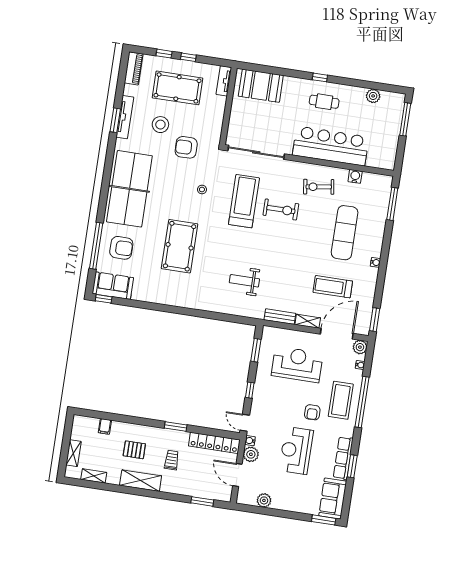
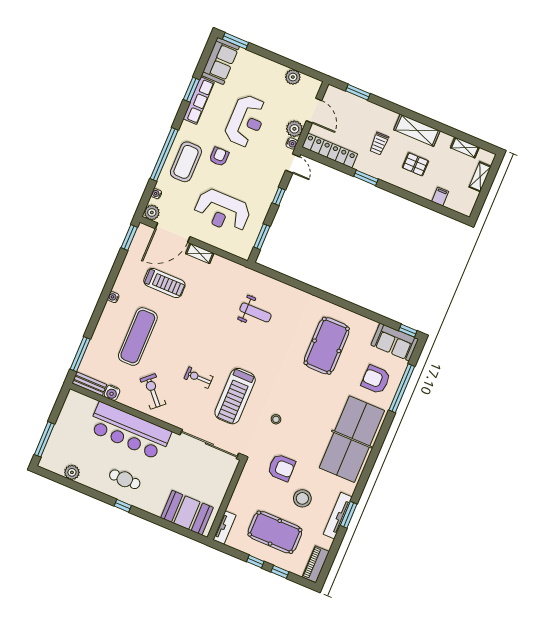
exercise bike: (319, 187) -> (153, 391), turned -124
exercise bike: (281, 210) -> (198, 378), width x0.73, depth x0.72
pool table: (180, 246) -> (327, 346), moved
bench: (280, 317) -> (89, 384), moved

